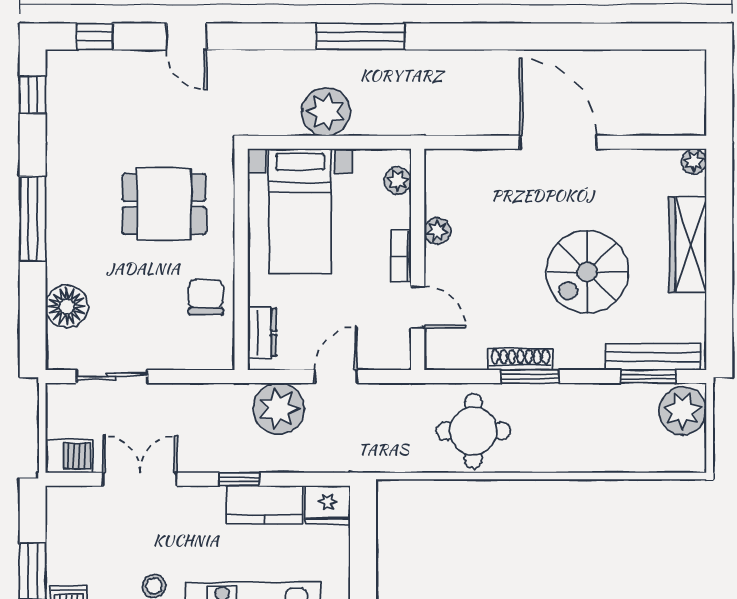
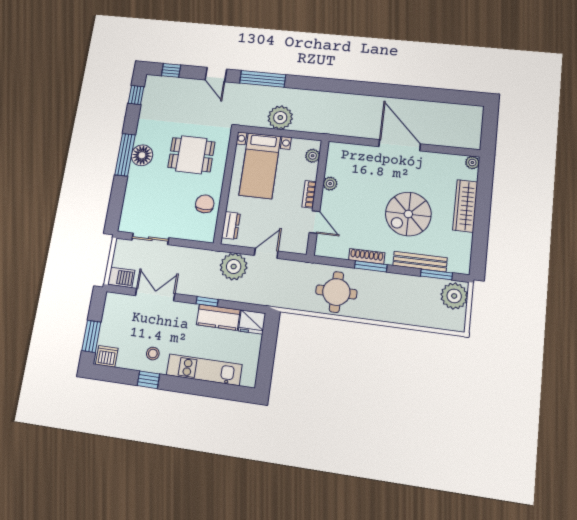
window: (360, 36) -> (263, 79), moved
floor lamp: (67, 306) -> (142, 155), moved
bench: (653, 357) -> (420, 262), moved

